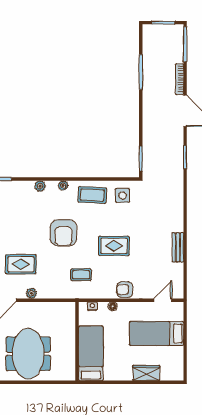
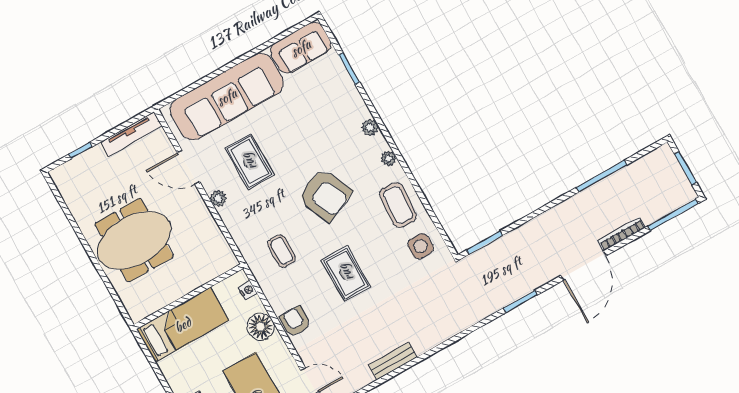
armchair: (63, 233) -> (325, 195), turned -114
floor lamp: (113, 306) -> (261, 327), width x1.89, depth x1.89

